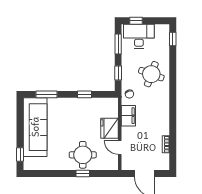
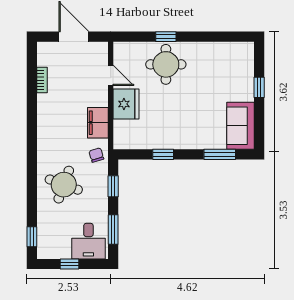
window: (136, 21) -> (69, 264), moved
desk: (139, 36) -> (88, 241), width x0.73
sofa: (35, 127) -> (241, 126), width x0.54, depth x0.79
window: (20, 154) -> (259, 87), moved

